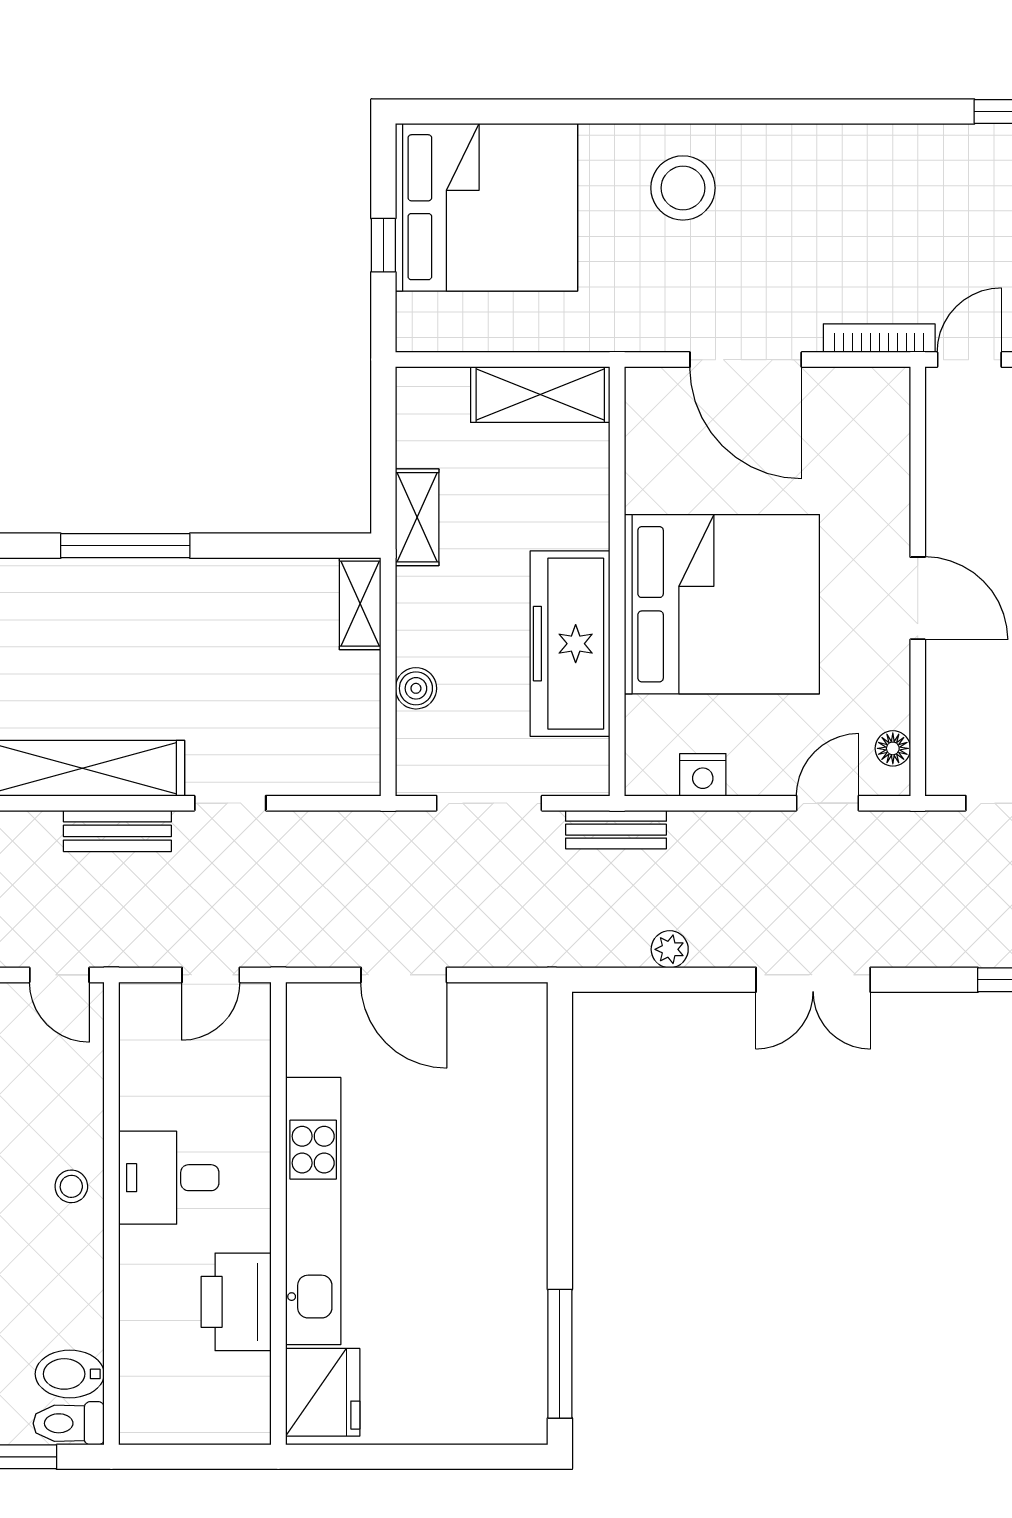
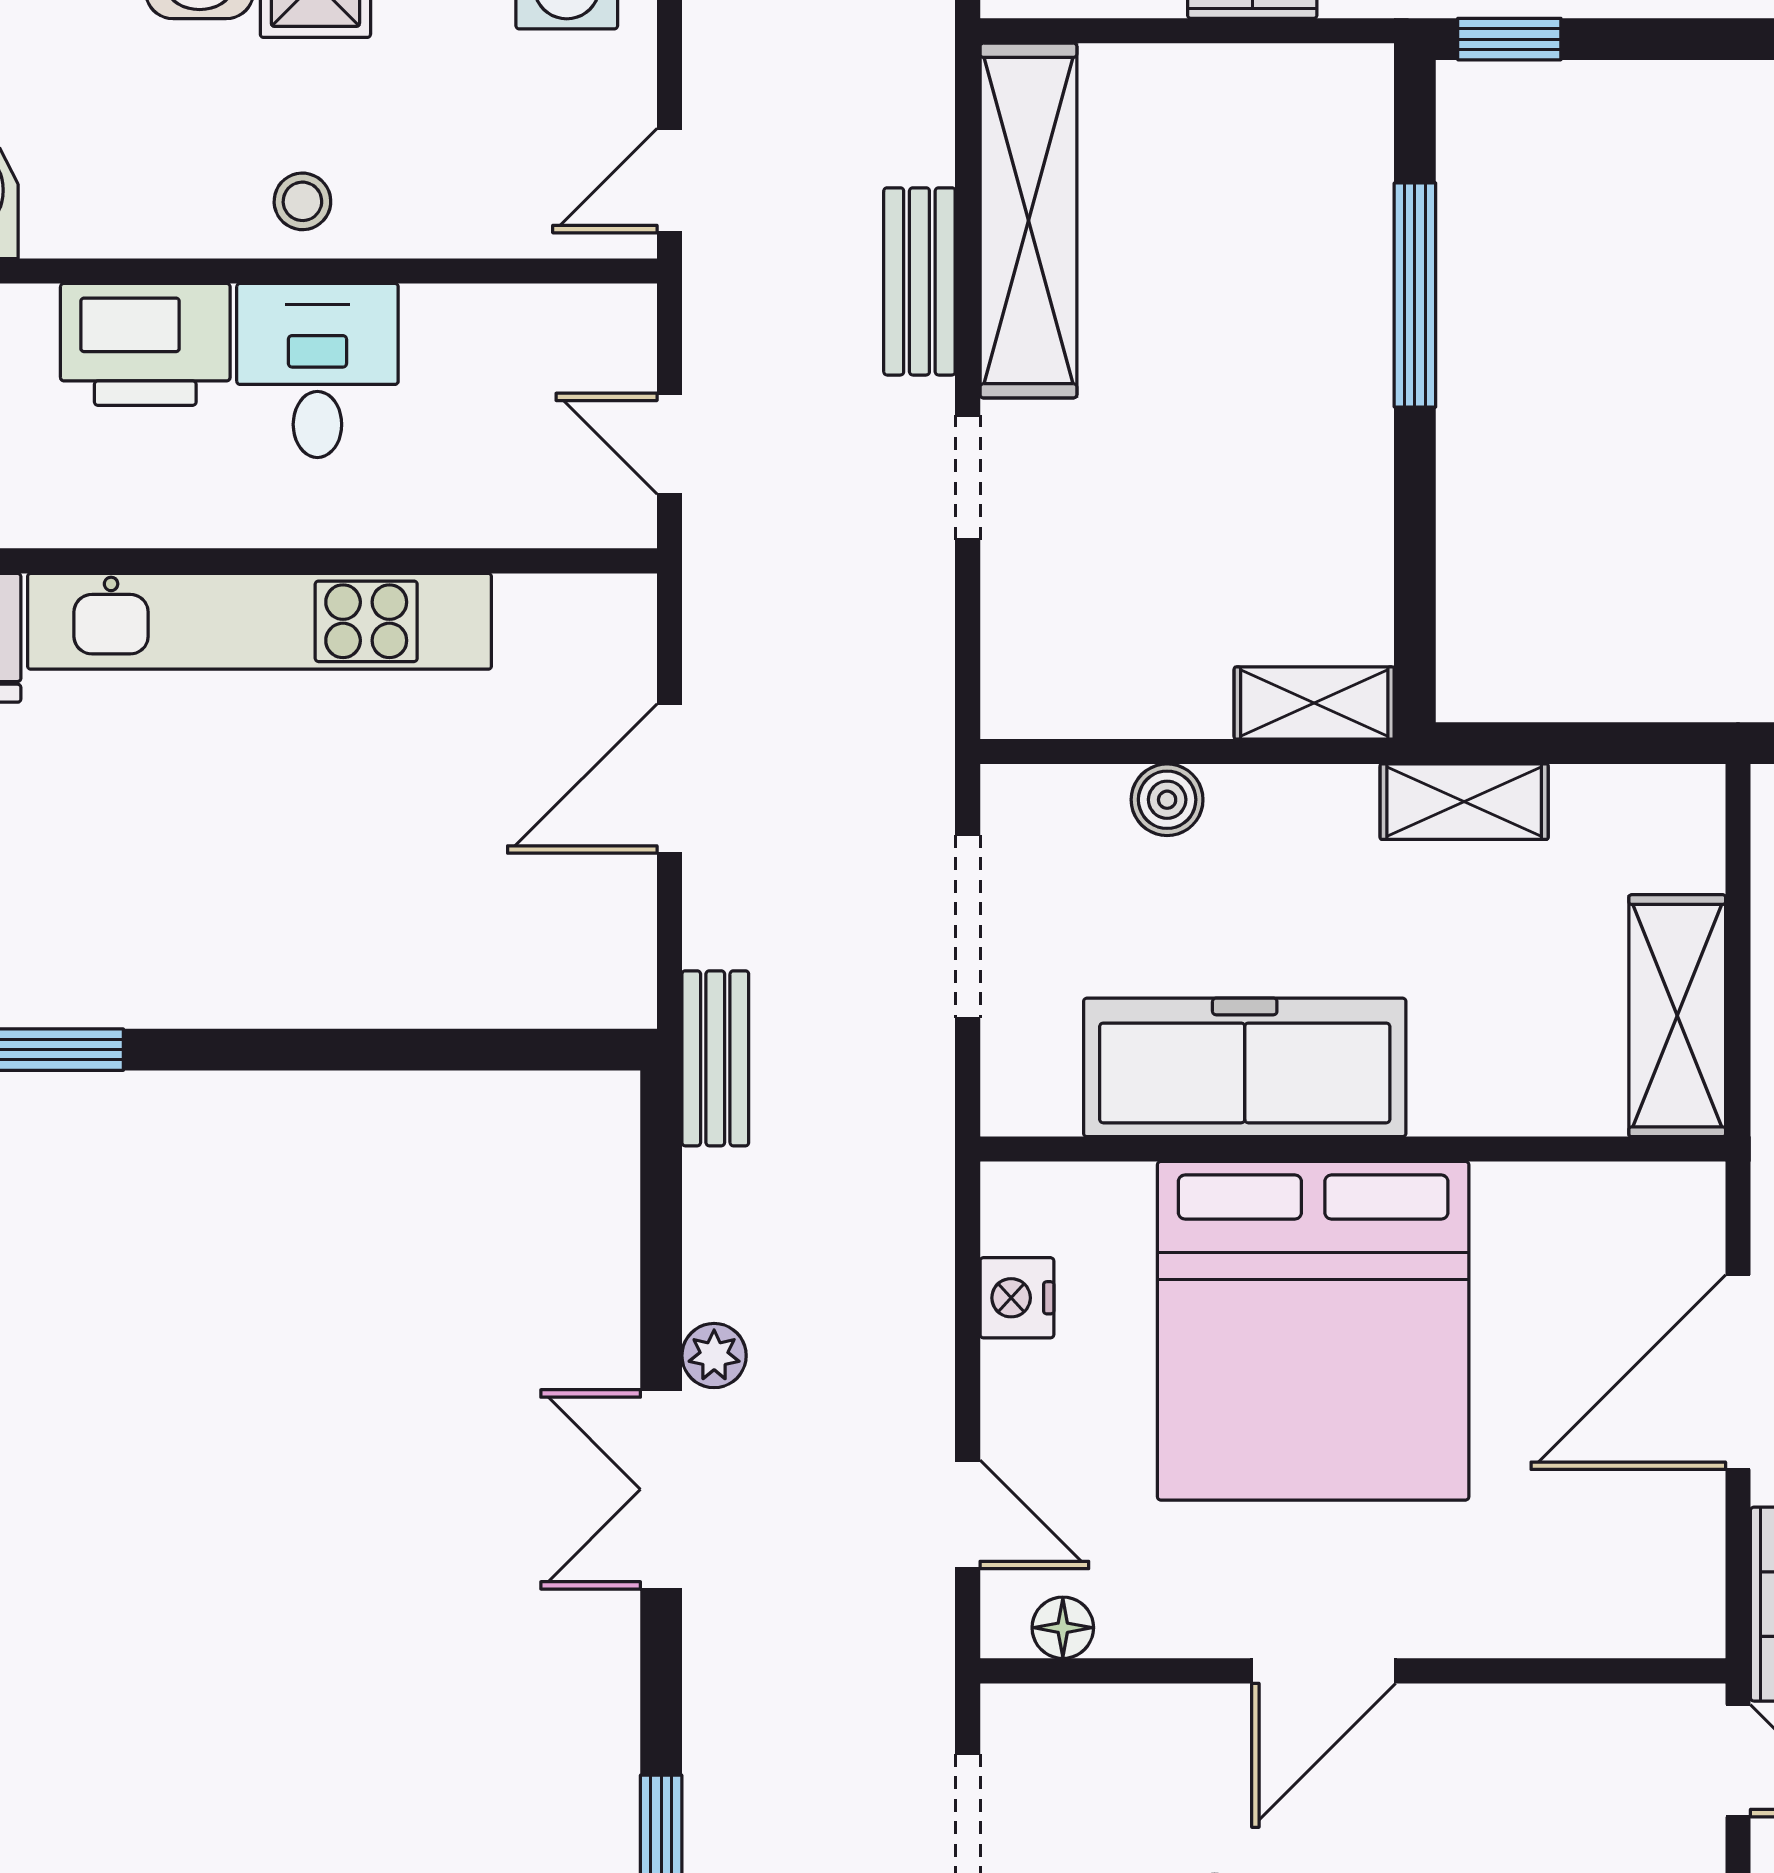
bench: (616, 830) -> (715, 1058), moved
plant: (670, 949) -> (714, 1356), moved
printer: (236, 1302) -> (145, 344), moved, turned 180

